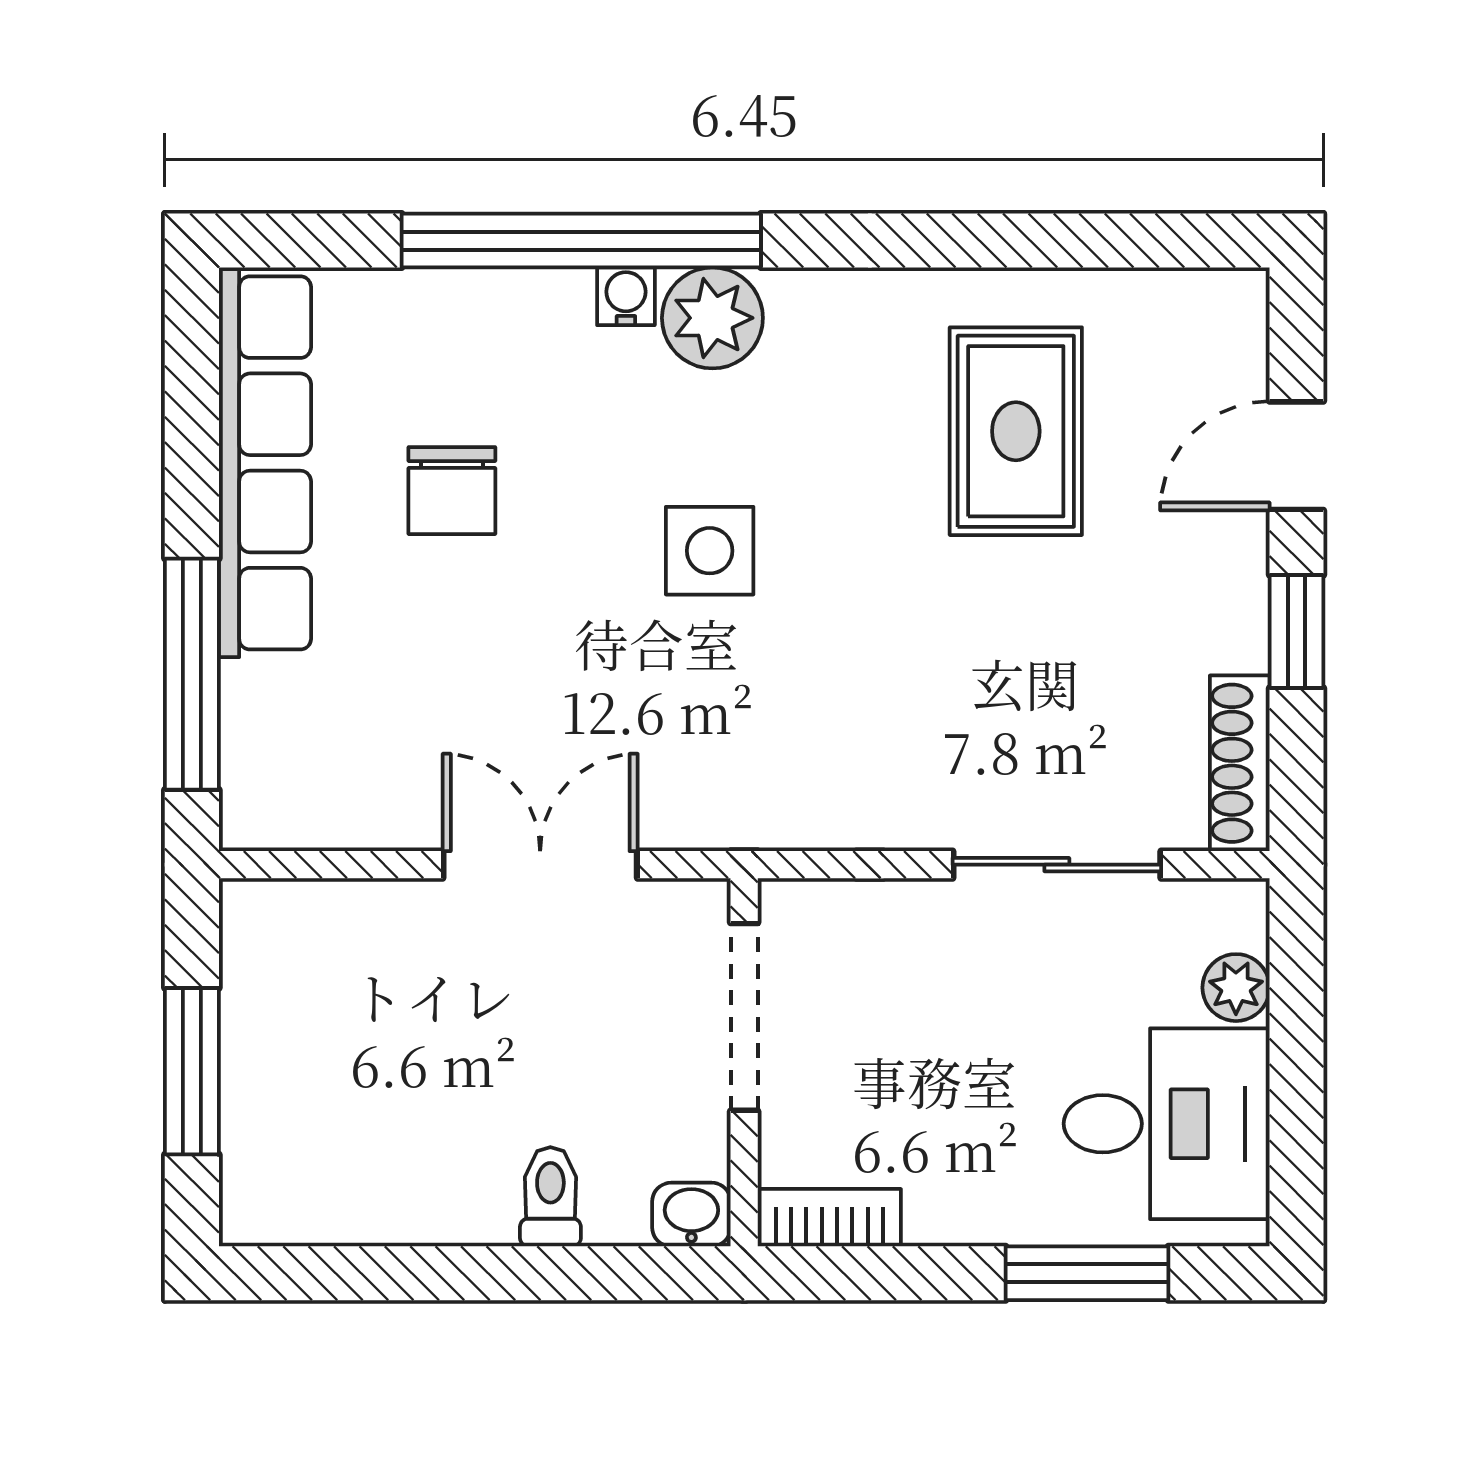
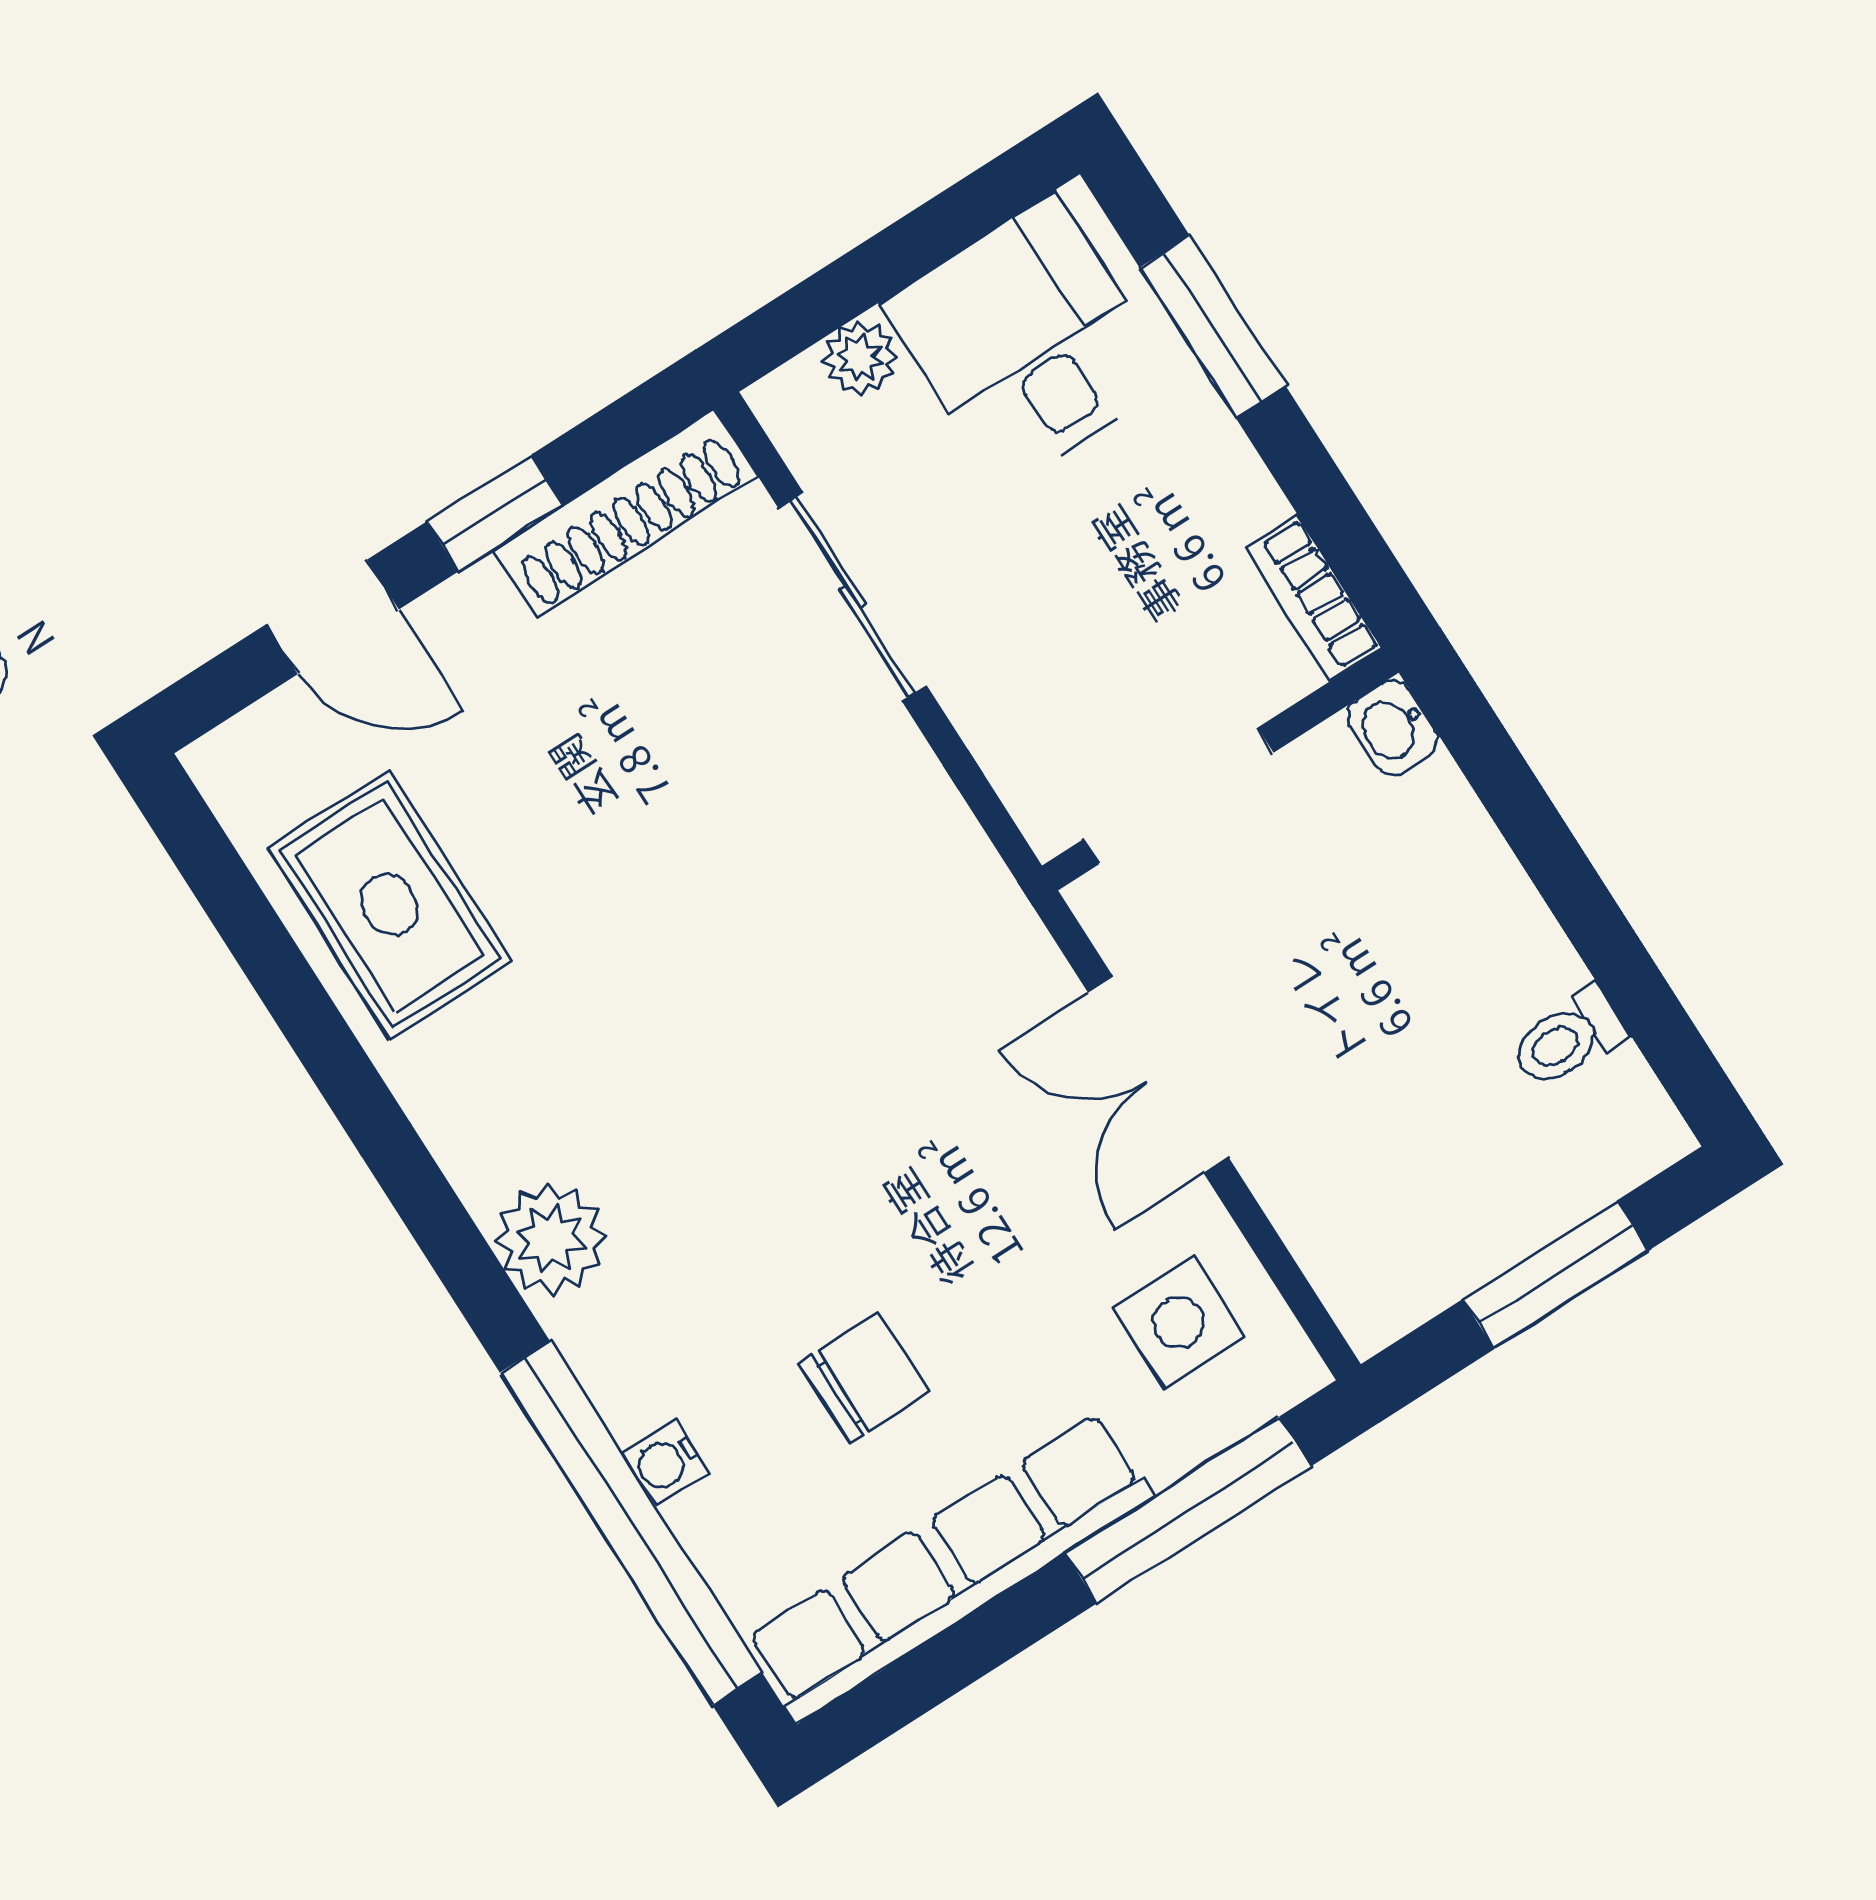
window: (581, 241) -> (631, 1523), moved
water cooler: (626, 296) -> (665, 1463), moved
rug: (1016, 431) -> (389, 905), moved, turned 90
side table: (710, 551) -> (1179, 1322), moved
shoe rack: (1240, 763) -> (625, 513), width x1.36, depth x1.24
toilet: (550, 1197) -> (1568, 1038), moved

